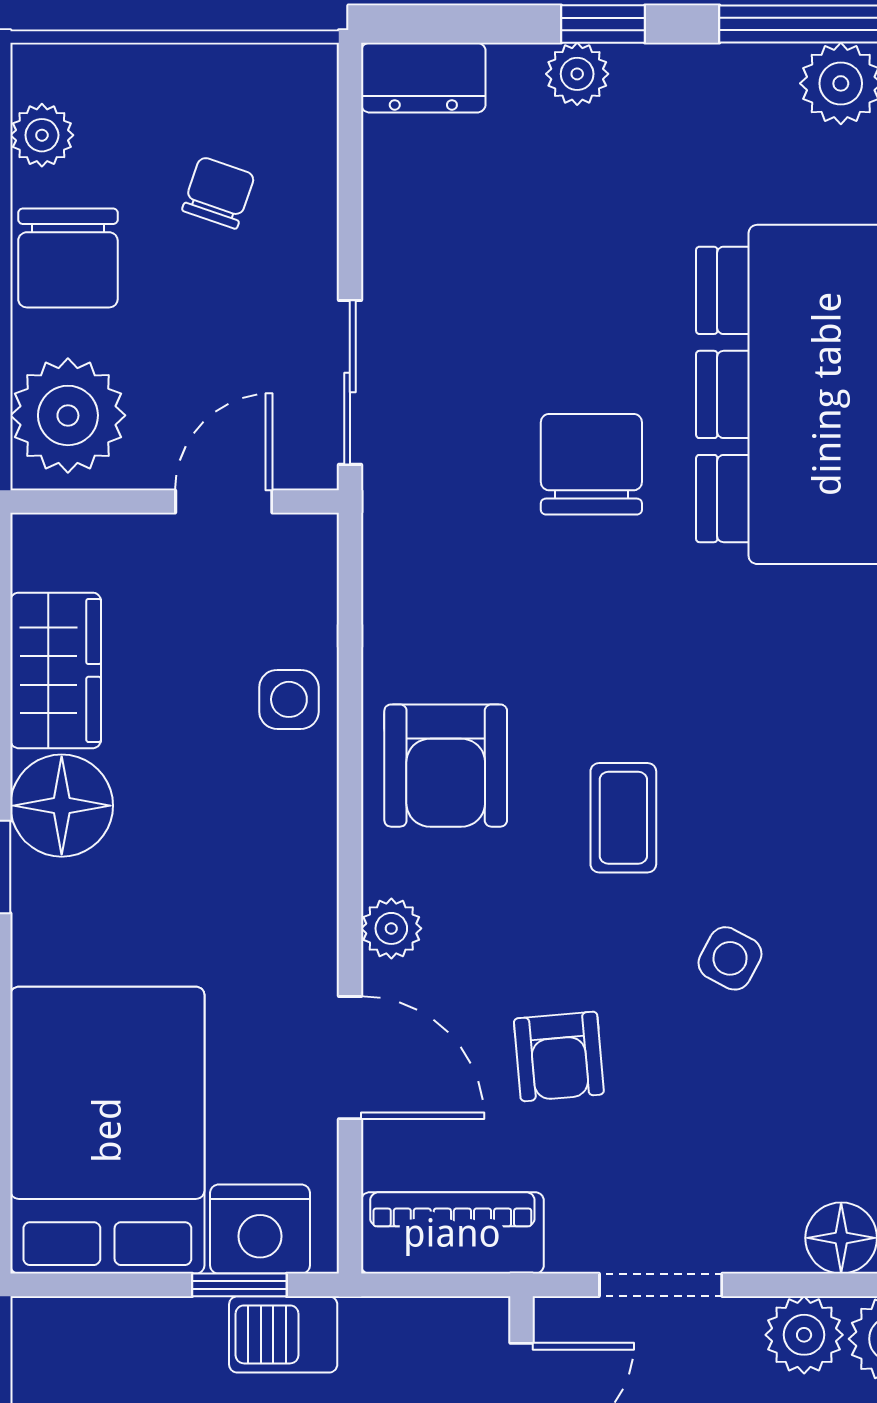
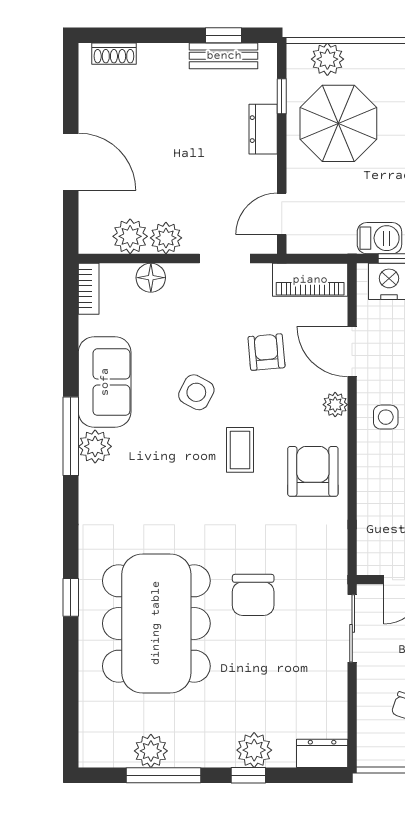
plant: (577, 74) -> (254, 750), width x1.38, depth x1.38
side table: (289, 699) -> (386, 417), moved
side table: (730, 958) -> (196, 392), width x1.37, depth x1.37

